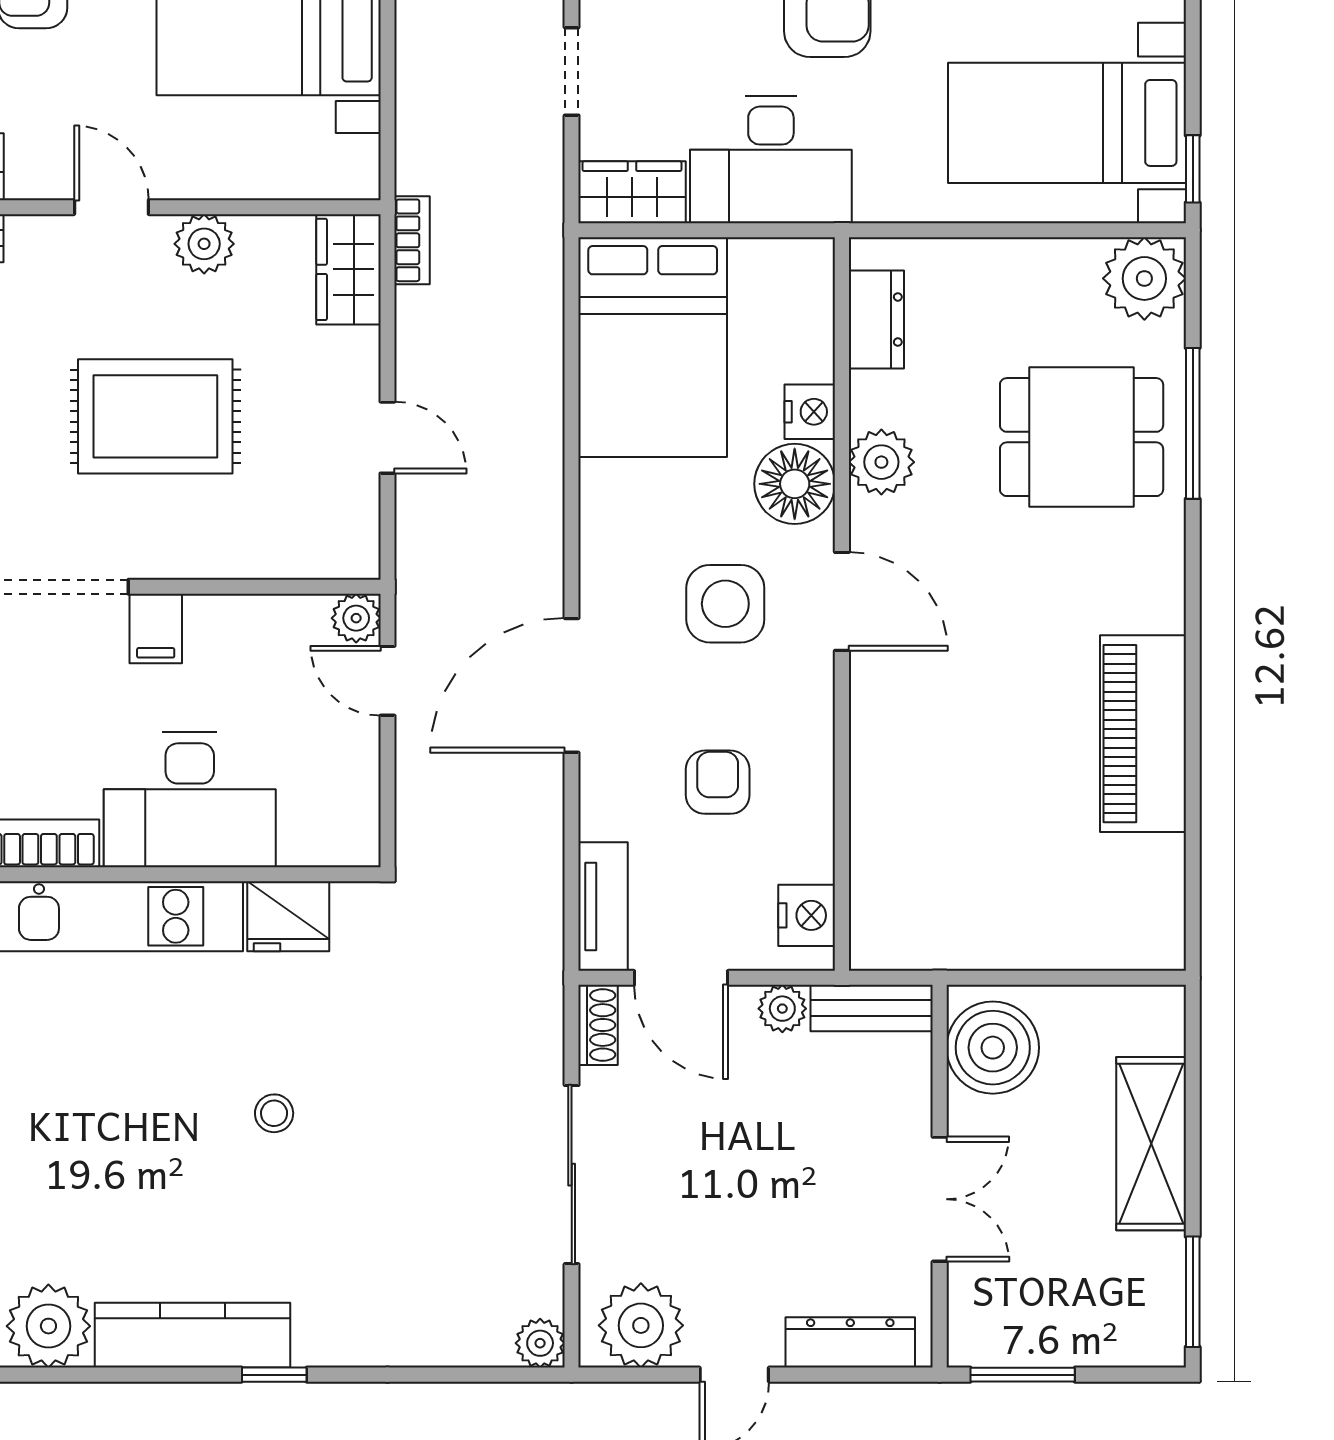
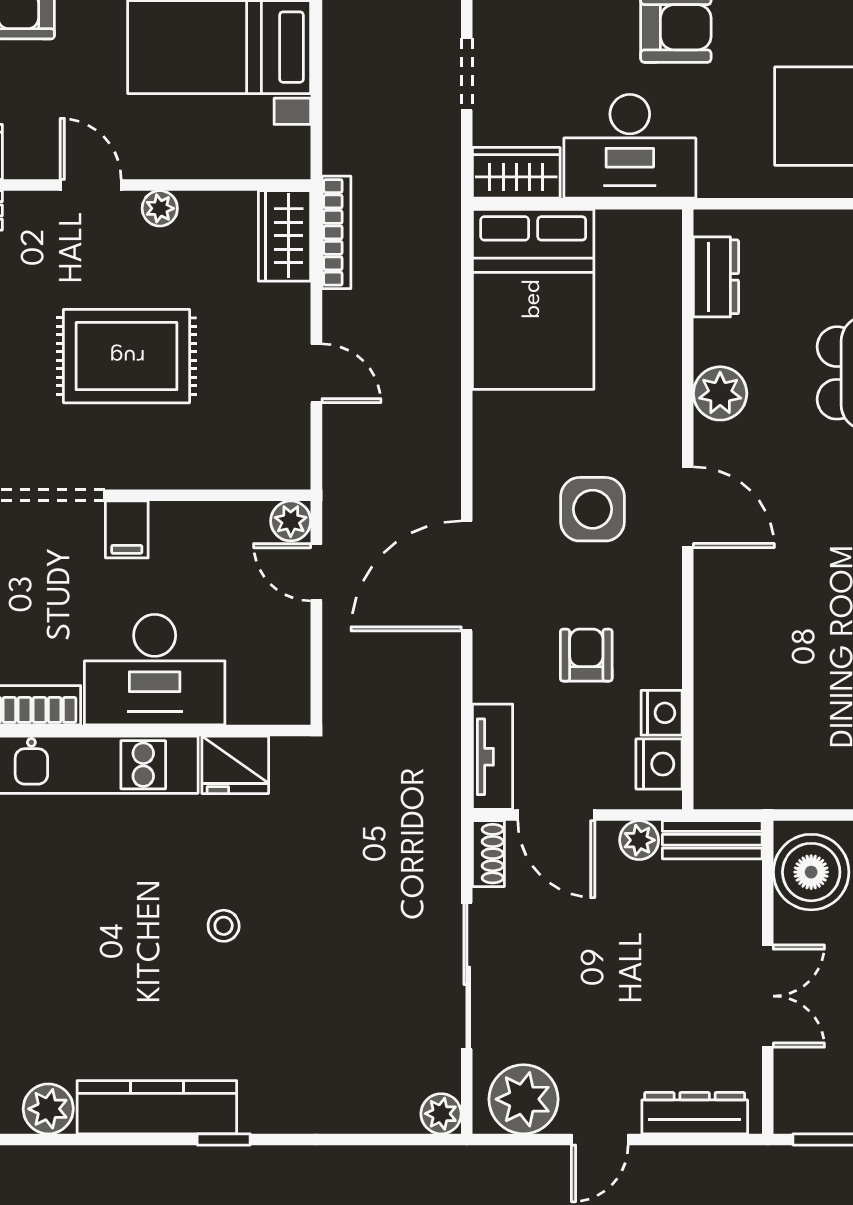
bookcase: (412, 240) -> (336, 232), width x1.56
plant: (204, 244) -> (160, 208), width x0.73, depth x0.73
nightstand: (810, 412) -> (662, 713), moved
floor lamp: (795, 484) -> (649, 411), removed
plant: (48, 1326) -> (48, 1109), width x0.73, depth x0.73

